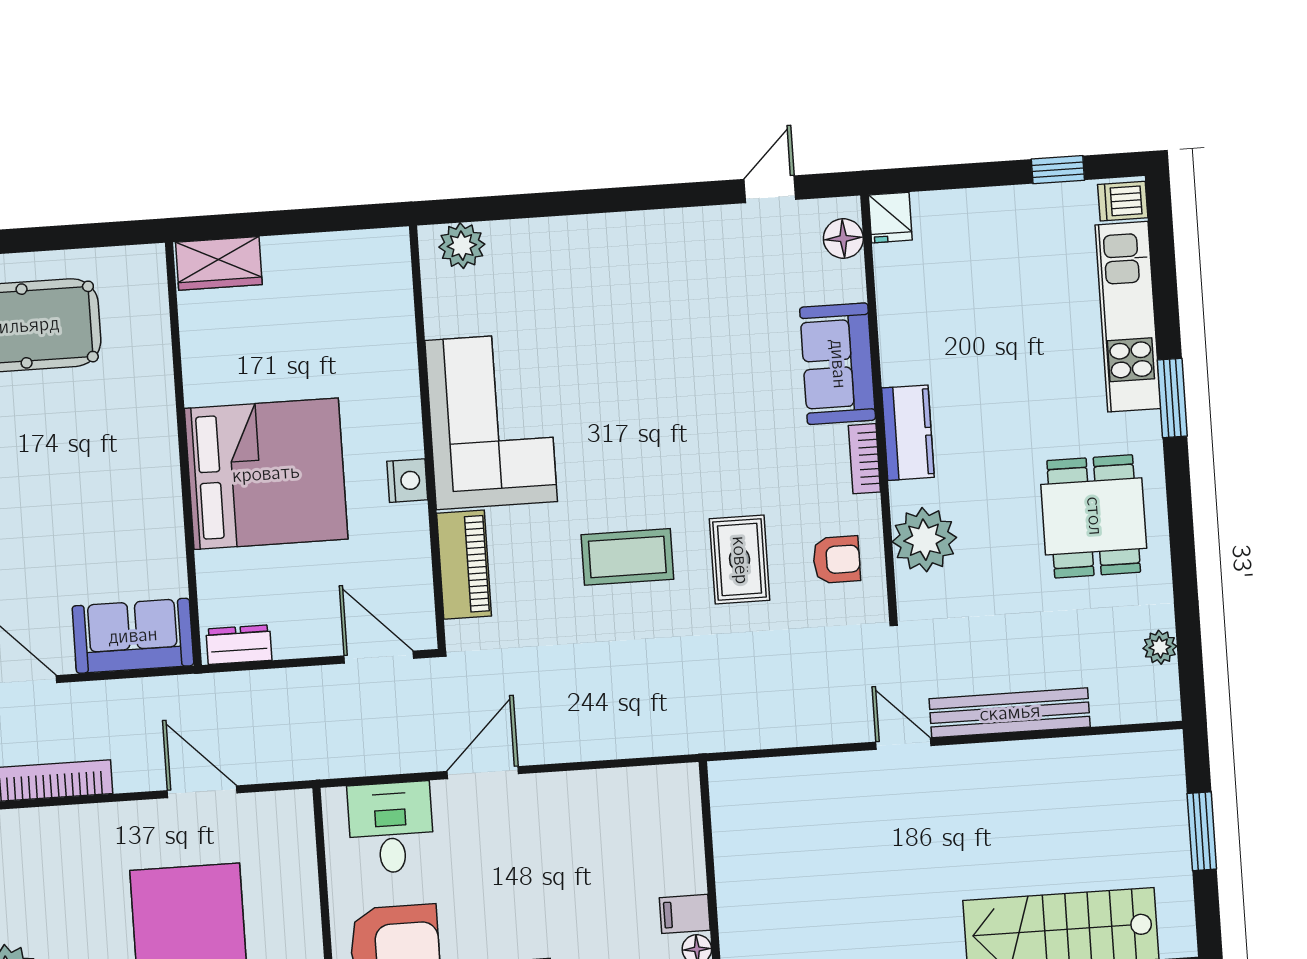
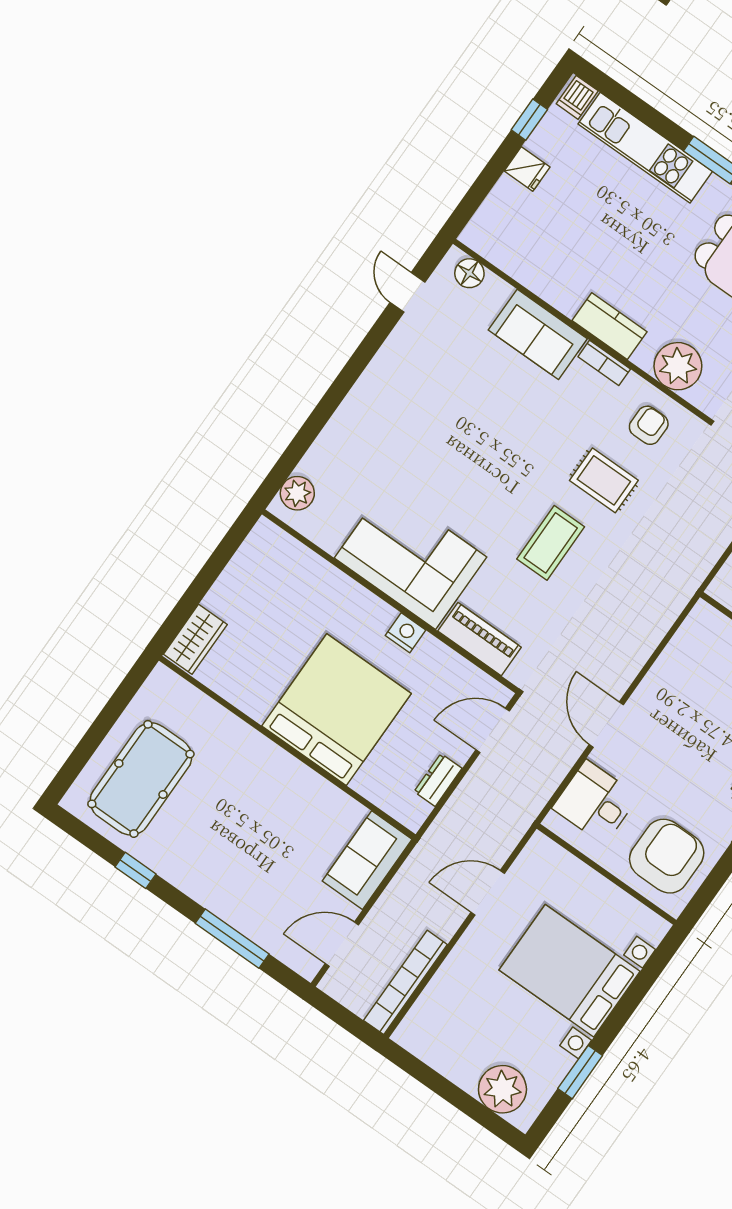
fridge: (890, 218) -> (527, 169), moved
dresser: (239, 645) -> (438, 780), moved

